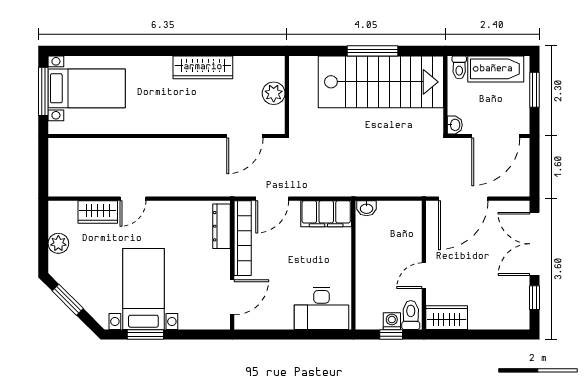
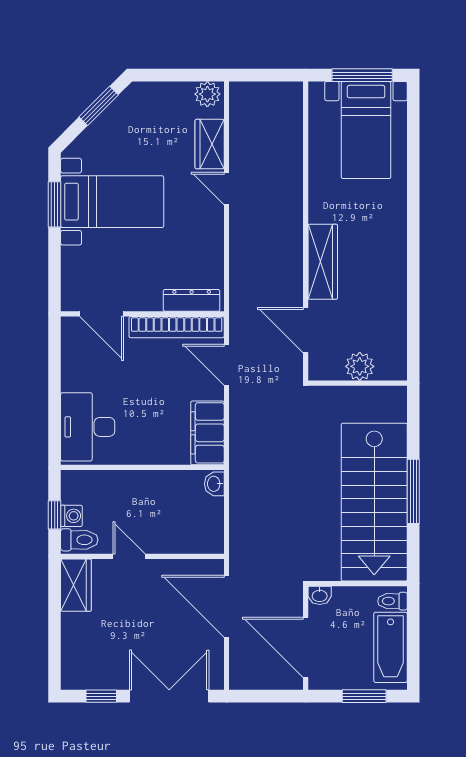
wardrobe: (203, 67) -> (323, 262), moved, turned 180
plant: (58, 243) -> (207, 94), moved

